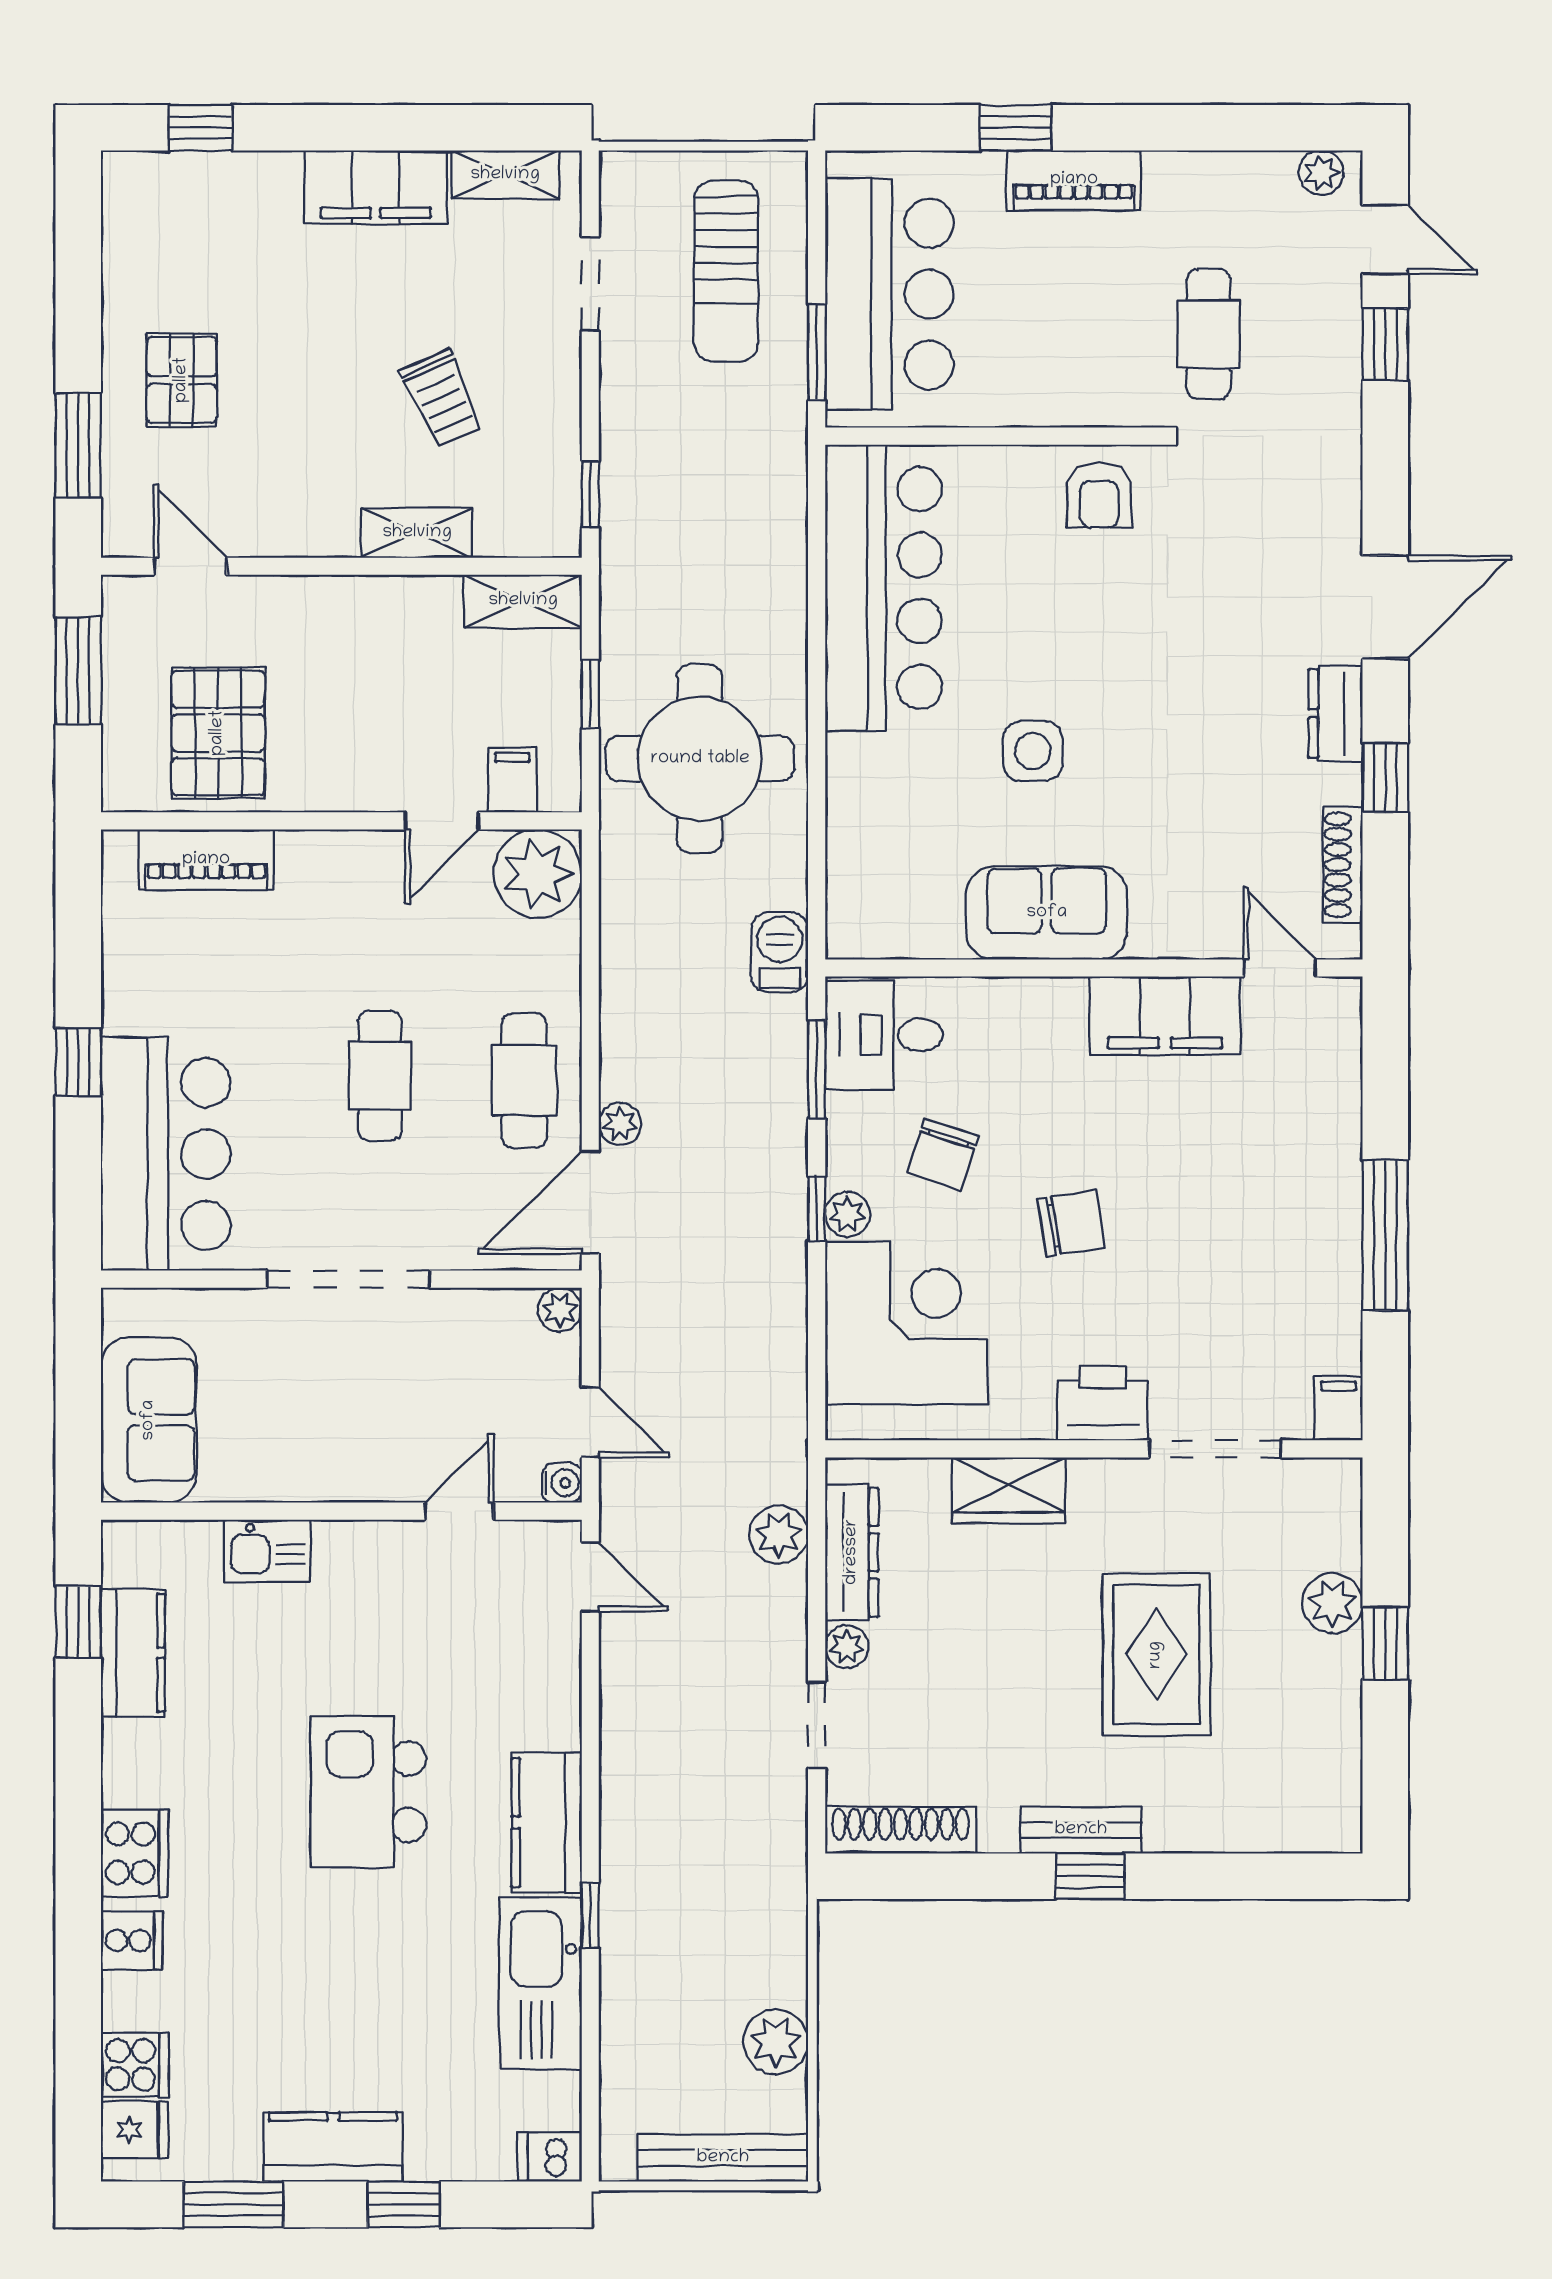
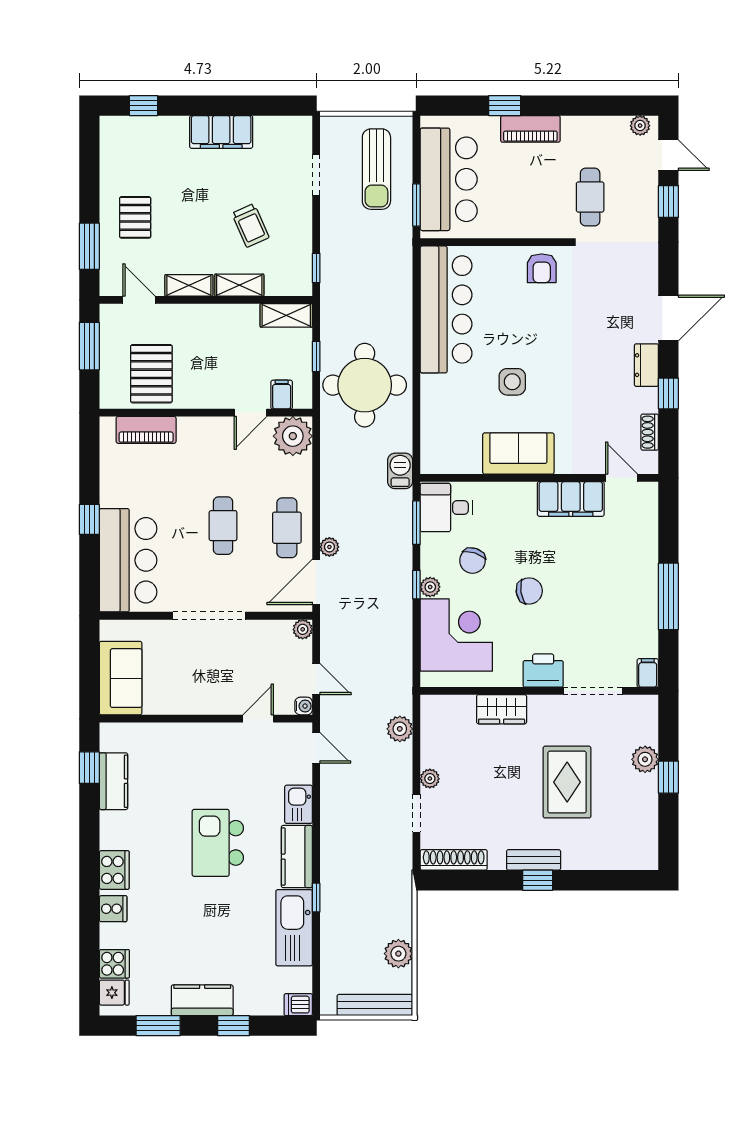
shelving: (505, 175) -> (189, 285), moved
shoe rack: (1343, 865) -> (650, 432), width x0.70
kitchen sink: (267, 1551) -> (299, 804), moved, turned 90
dresser: (852, 1552) -> (432, 737), removed

